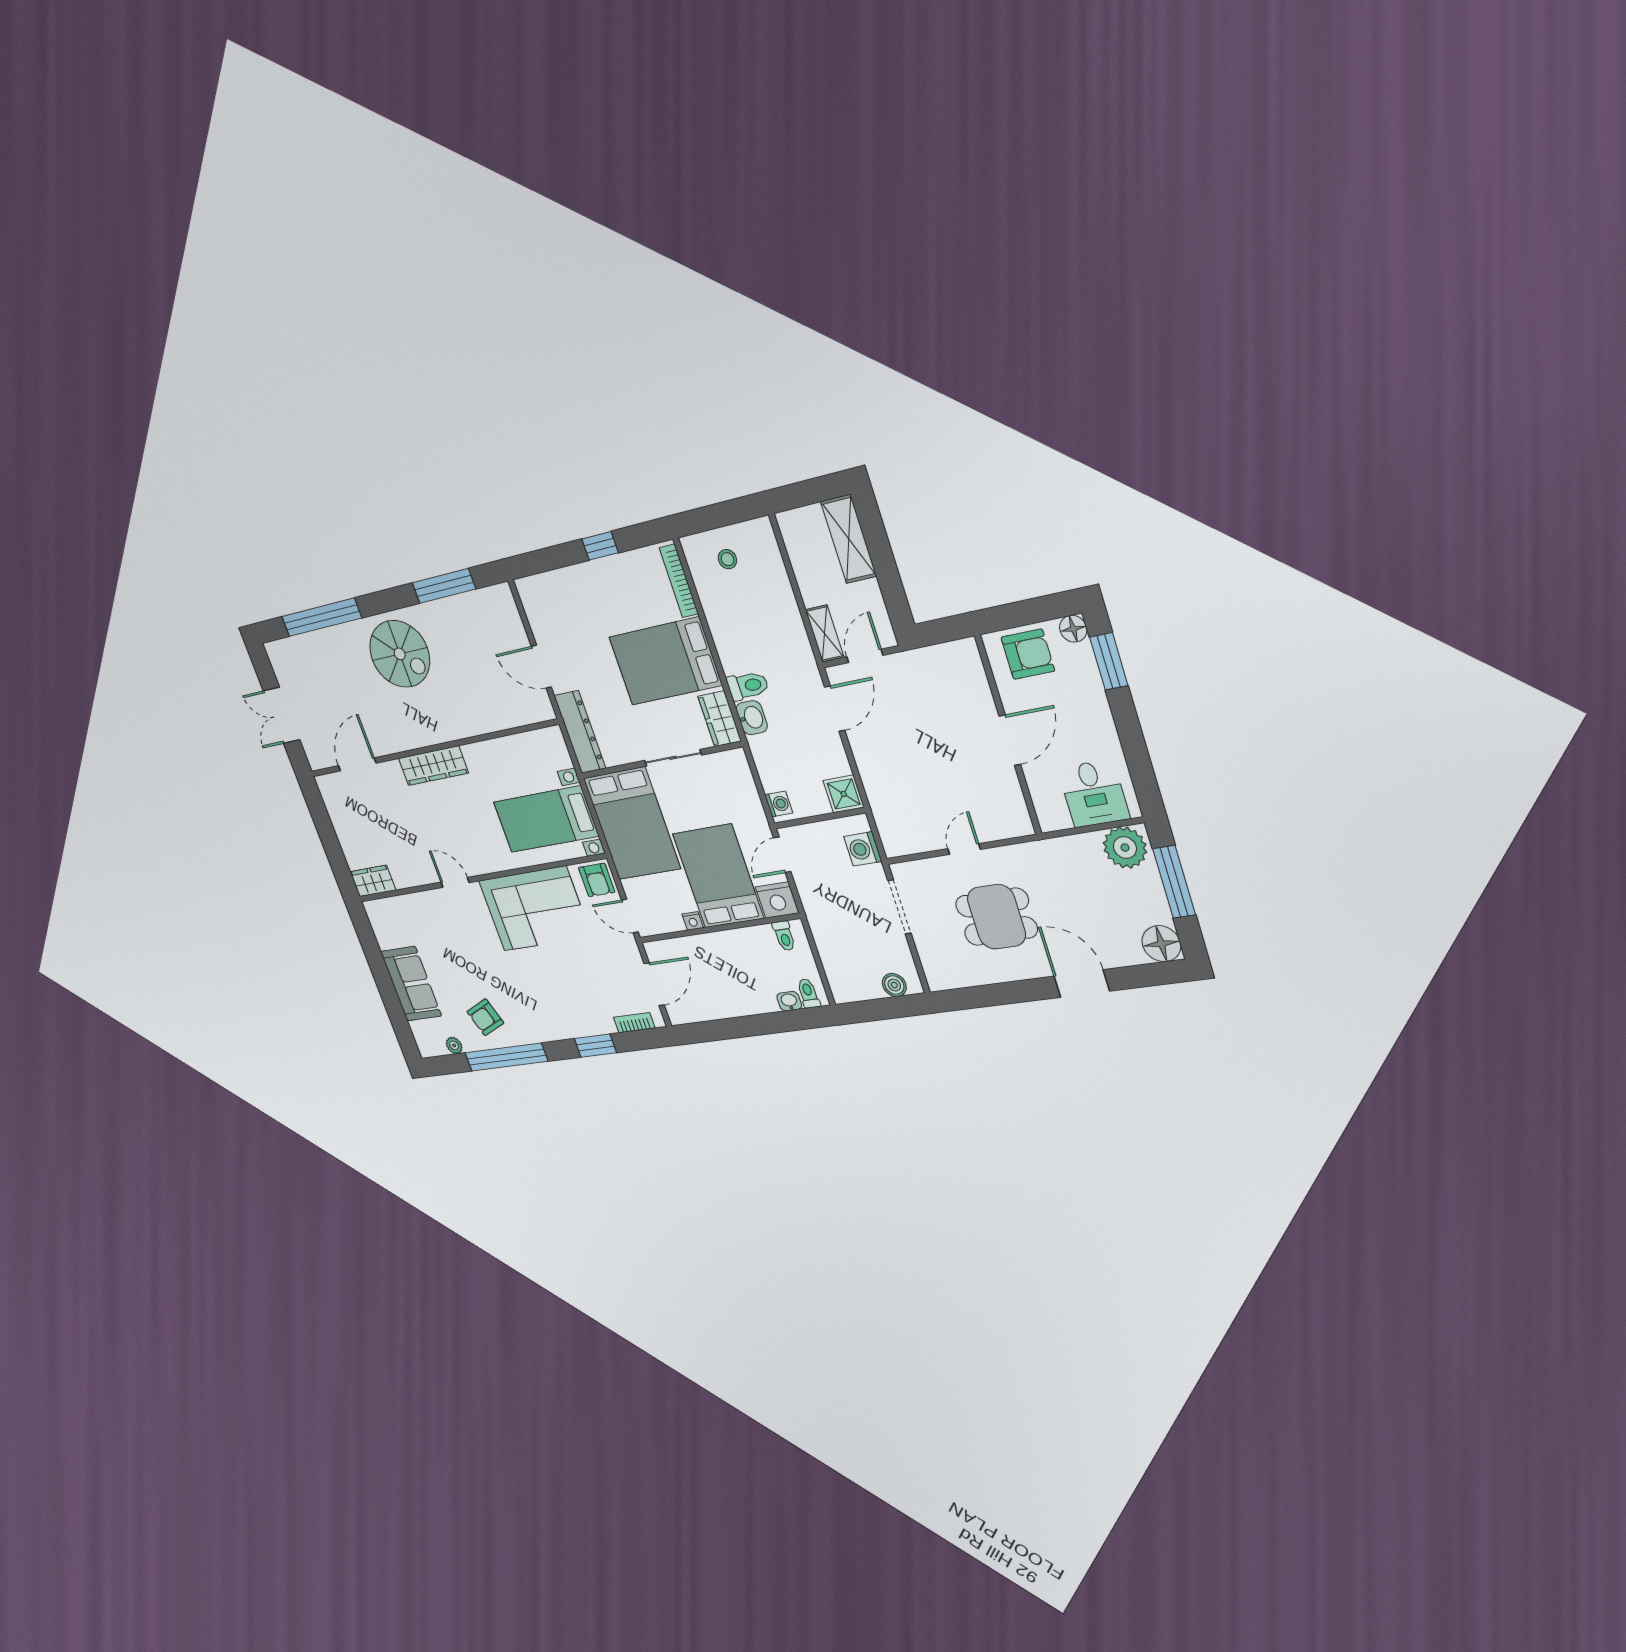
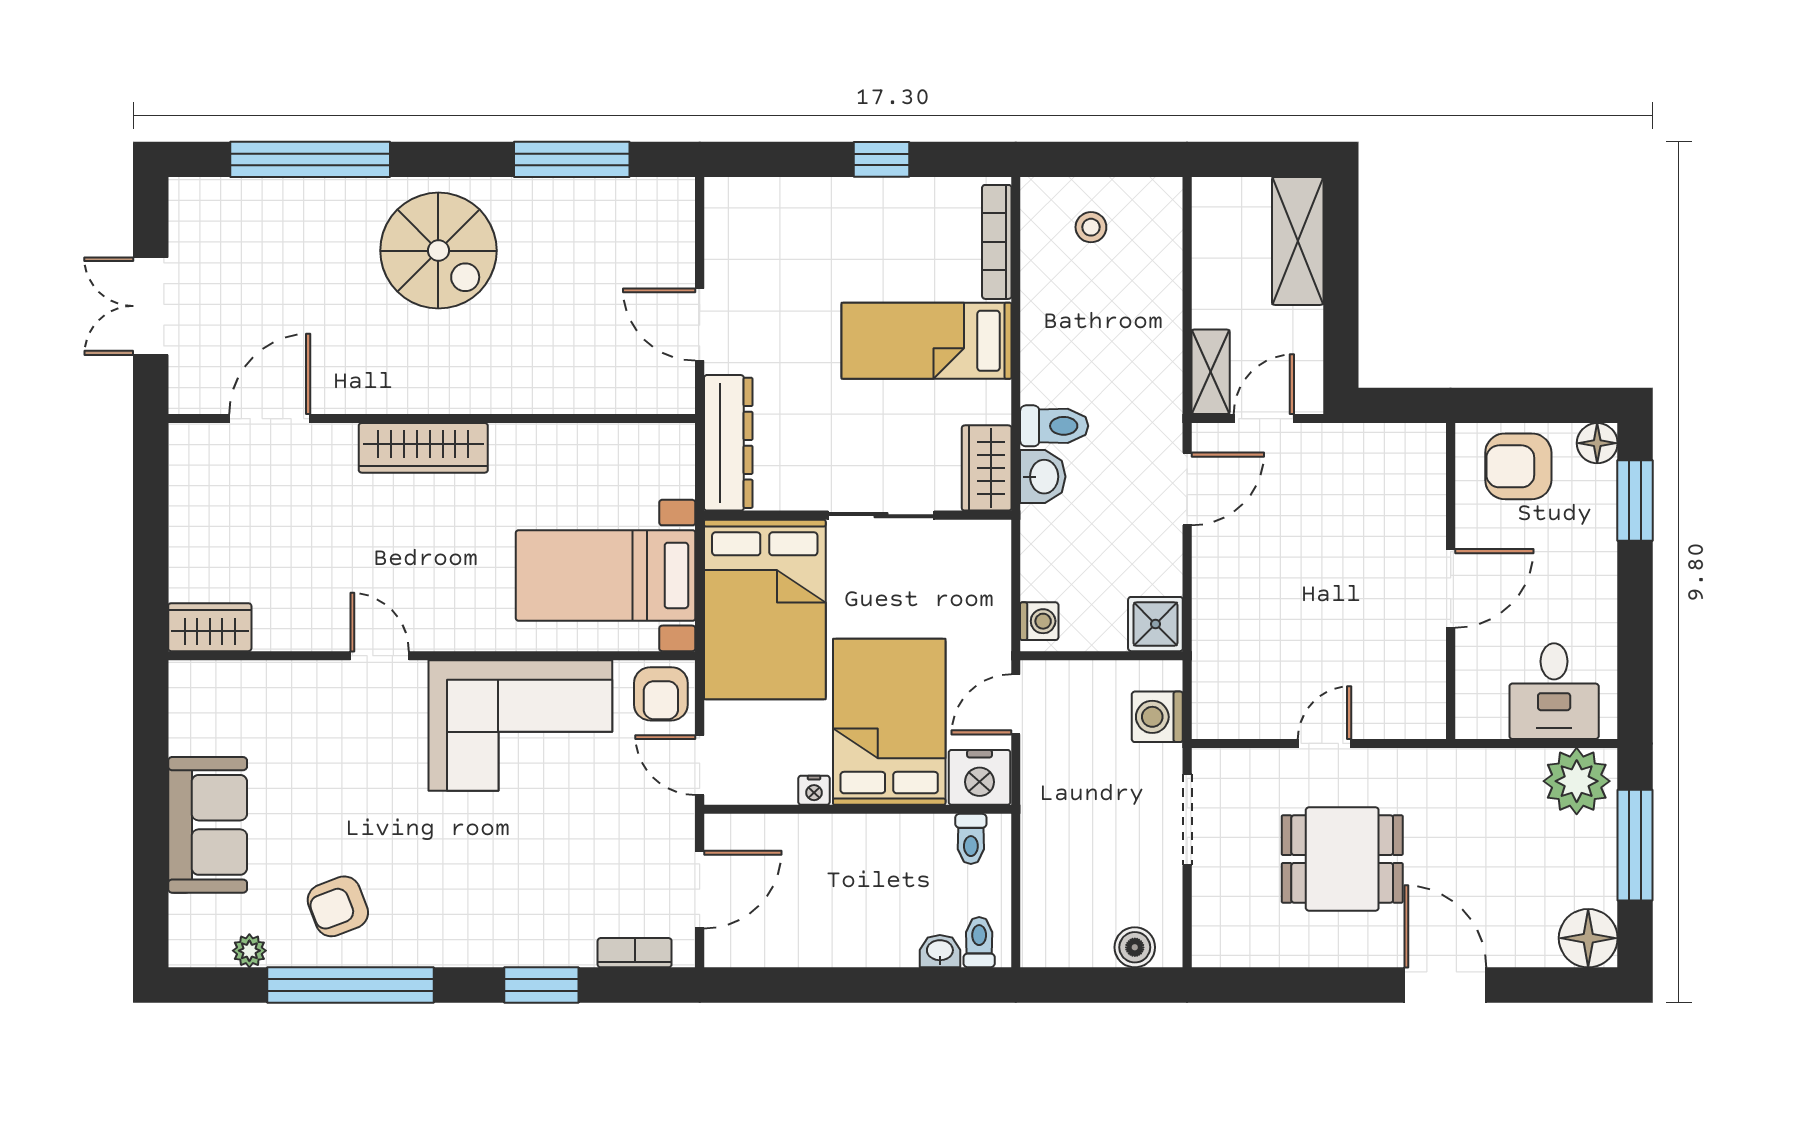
armchair: (1028, 654) -> (1518, 466), turned 180
bed: (665, 661) -> (927, 341), width x0.67

